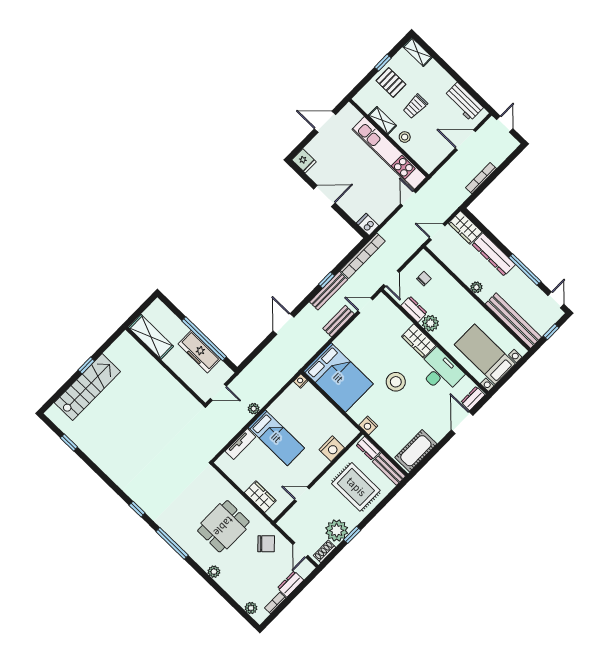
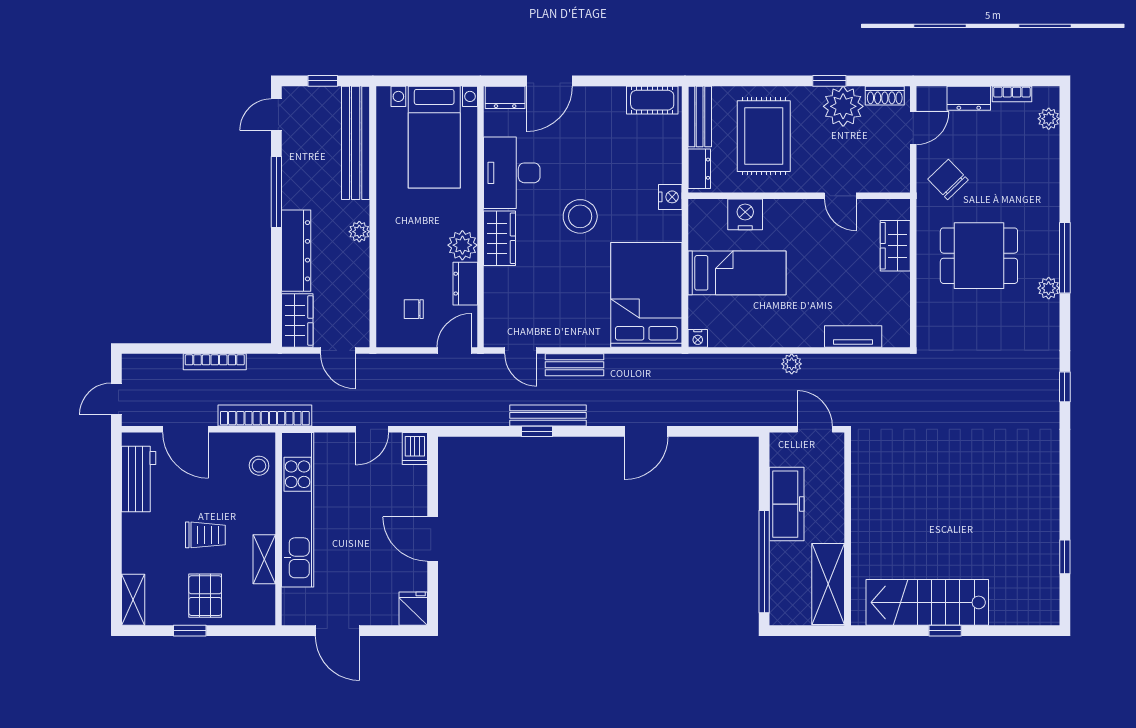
stool: (405, 137) -> (259, 466), moved
door: (408, 198) -> (372, 429), moved
bookcase: (363, 256) -> (265, 416), moved
window: (204, 339) -> (764, 562), moved
stairs: (87, 387) -> (927, 602), moved
bed: (276, 438) -> (737, 273), moved, turned 90
cot: (416, 451) -> (652, 100), width x0.73, depth x0.75
window: (172, 543) -> (1065, 258), moved
plant: (214, 572) -> (1049, 288), moved

